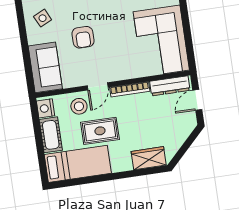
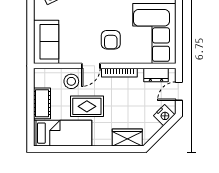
armchair: (83, 37) -> (111, 40), moved
dresser: (170, 86) -> (156, 75), width x0.70
nightstand: (46, 108) -> (164, 115), moved, turned -135

